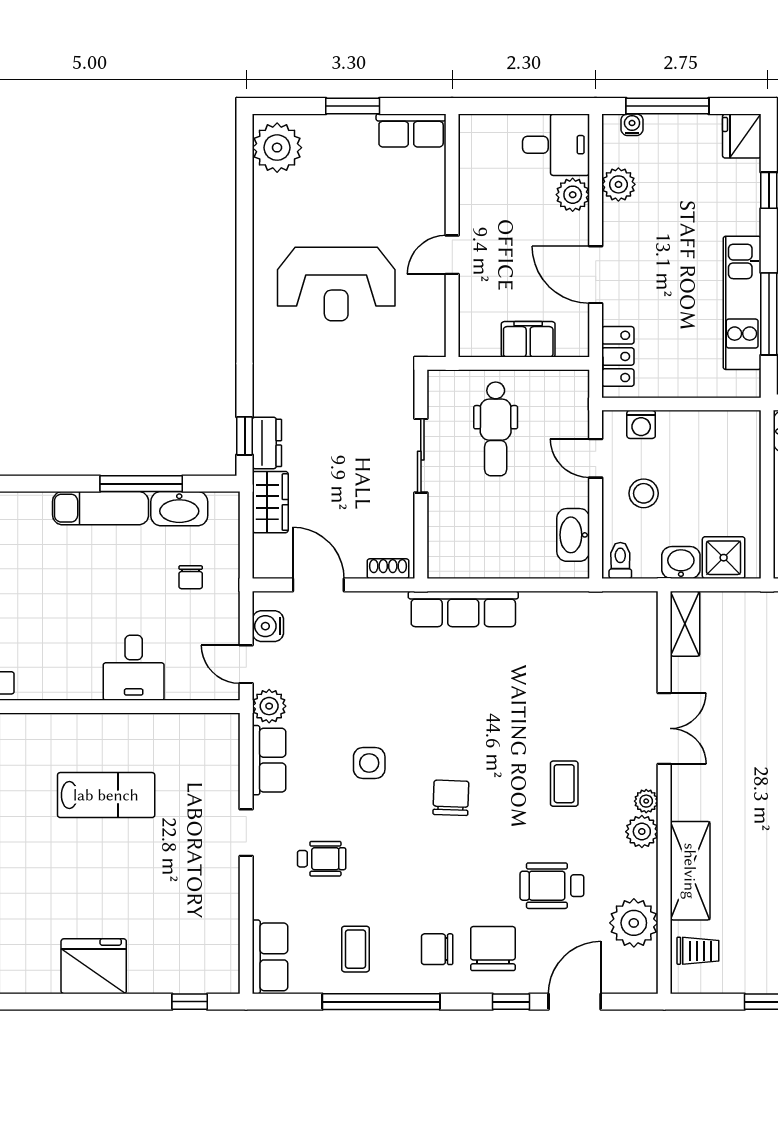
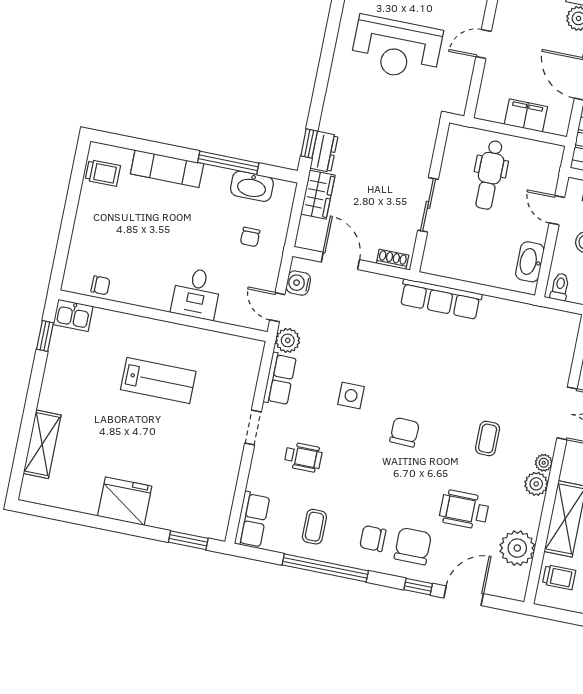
sliding door: (421, 456) -> (428, 205), moved
exam couch: (101, 508) -> (167, 169), moved
window: (190, 1002) -> (188, 540), width x1.50

